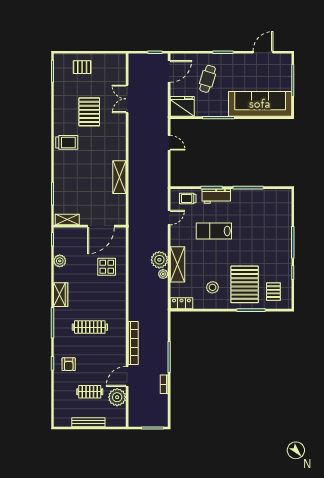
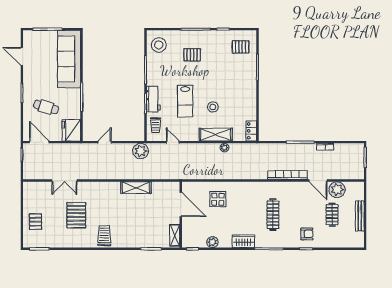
pallet: (89, 112) -> (76, 215), turned 90
stool: (275, 202) -> (159, 45), added
plant: (159, 260) -> (141, 151), moved
pallet: (245, 284) -> (192, 55), moved, width x0.49, depth x0.50
stool: (212, 287) -> (213, 107), moved

